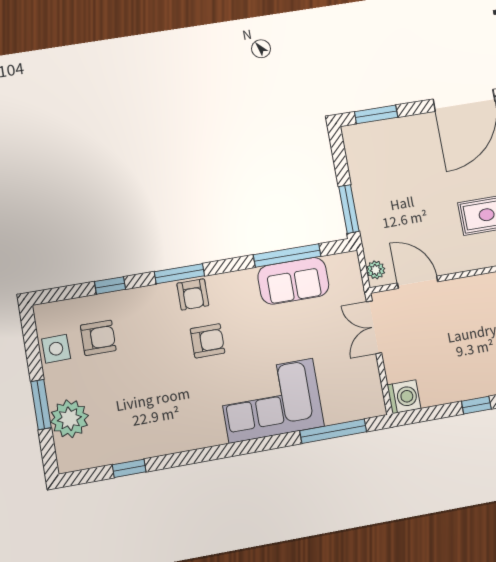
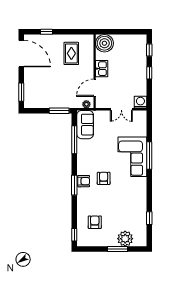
sofa: (293, 281) -> (85, 125), moved
window: (110, 285) -> (74, 235), moved
kitchen sink: (465, 291) -> (102, 69), added
double door: (374, 327) -> (121, 109), moved
side table: (56, 349) -> (96, 240), removed
window: (333, 431) -> (149, 155), moved

